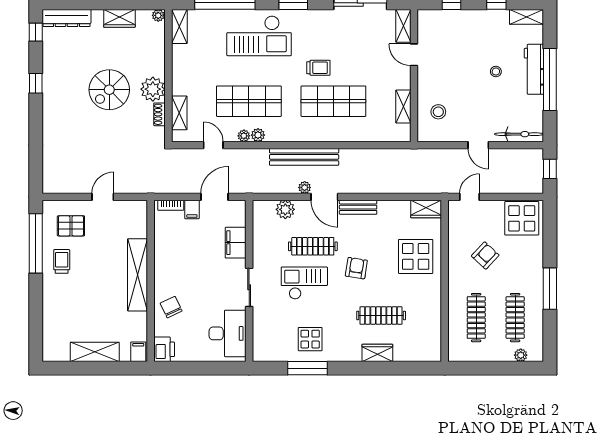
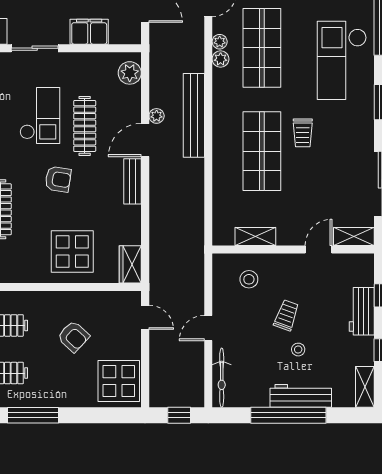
workbench: (465, 19) -> (362, 311), added
trolley: (468, 81) -> (286, 315), added
plant: (285, 209) -> (130, 73), moved

